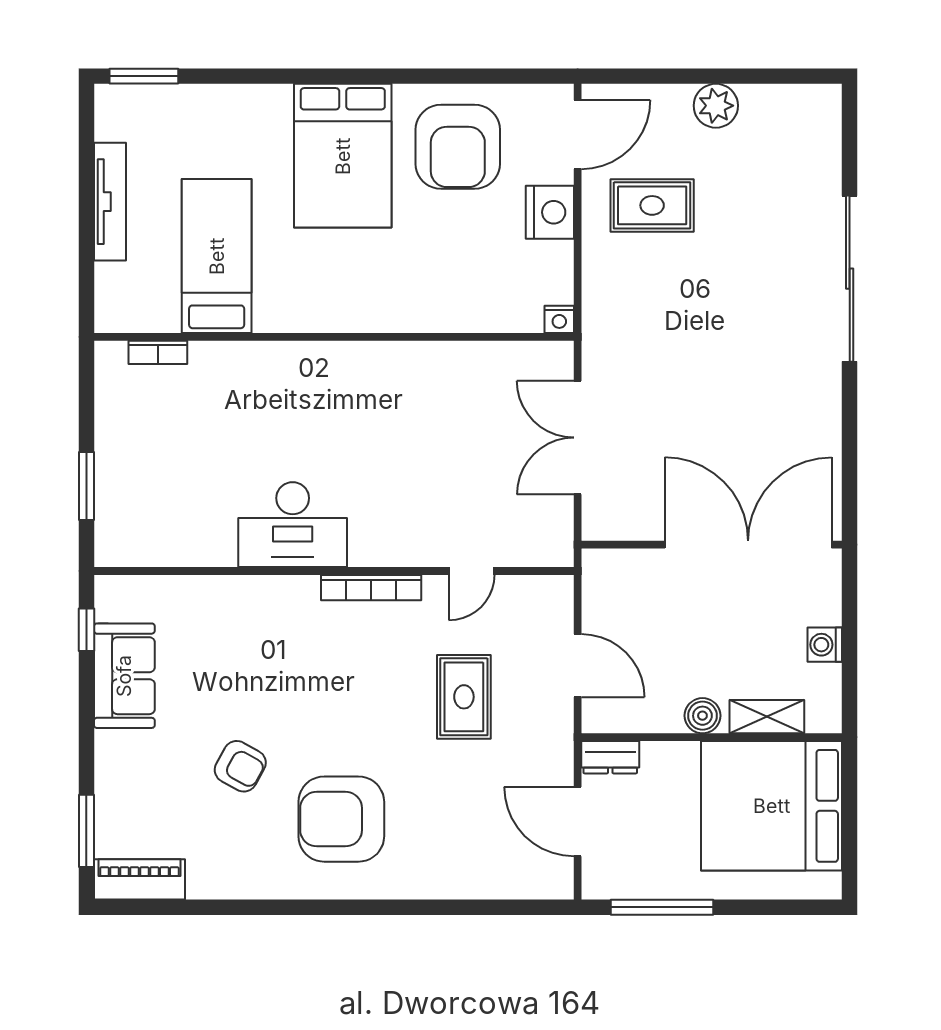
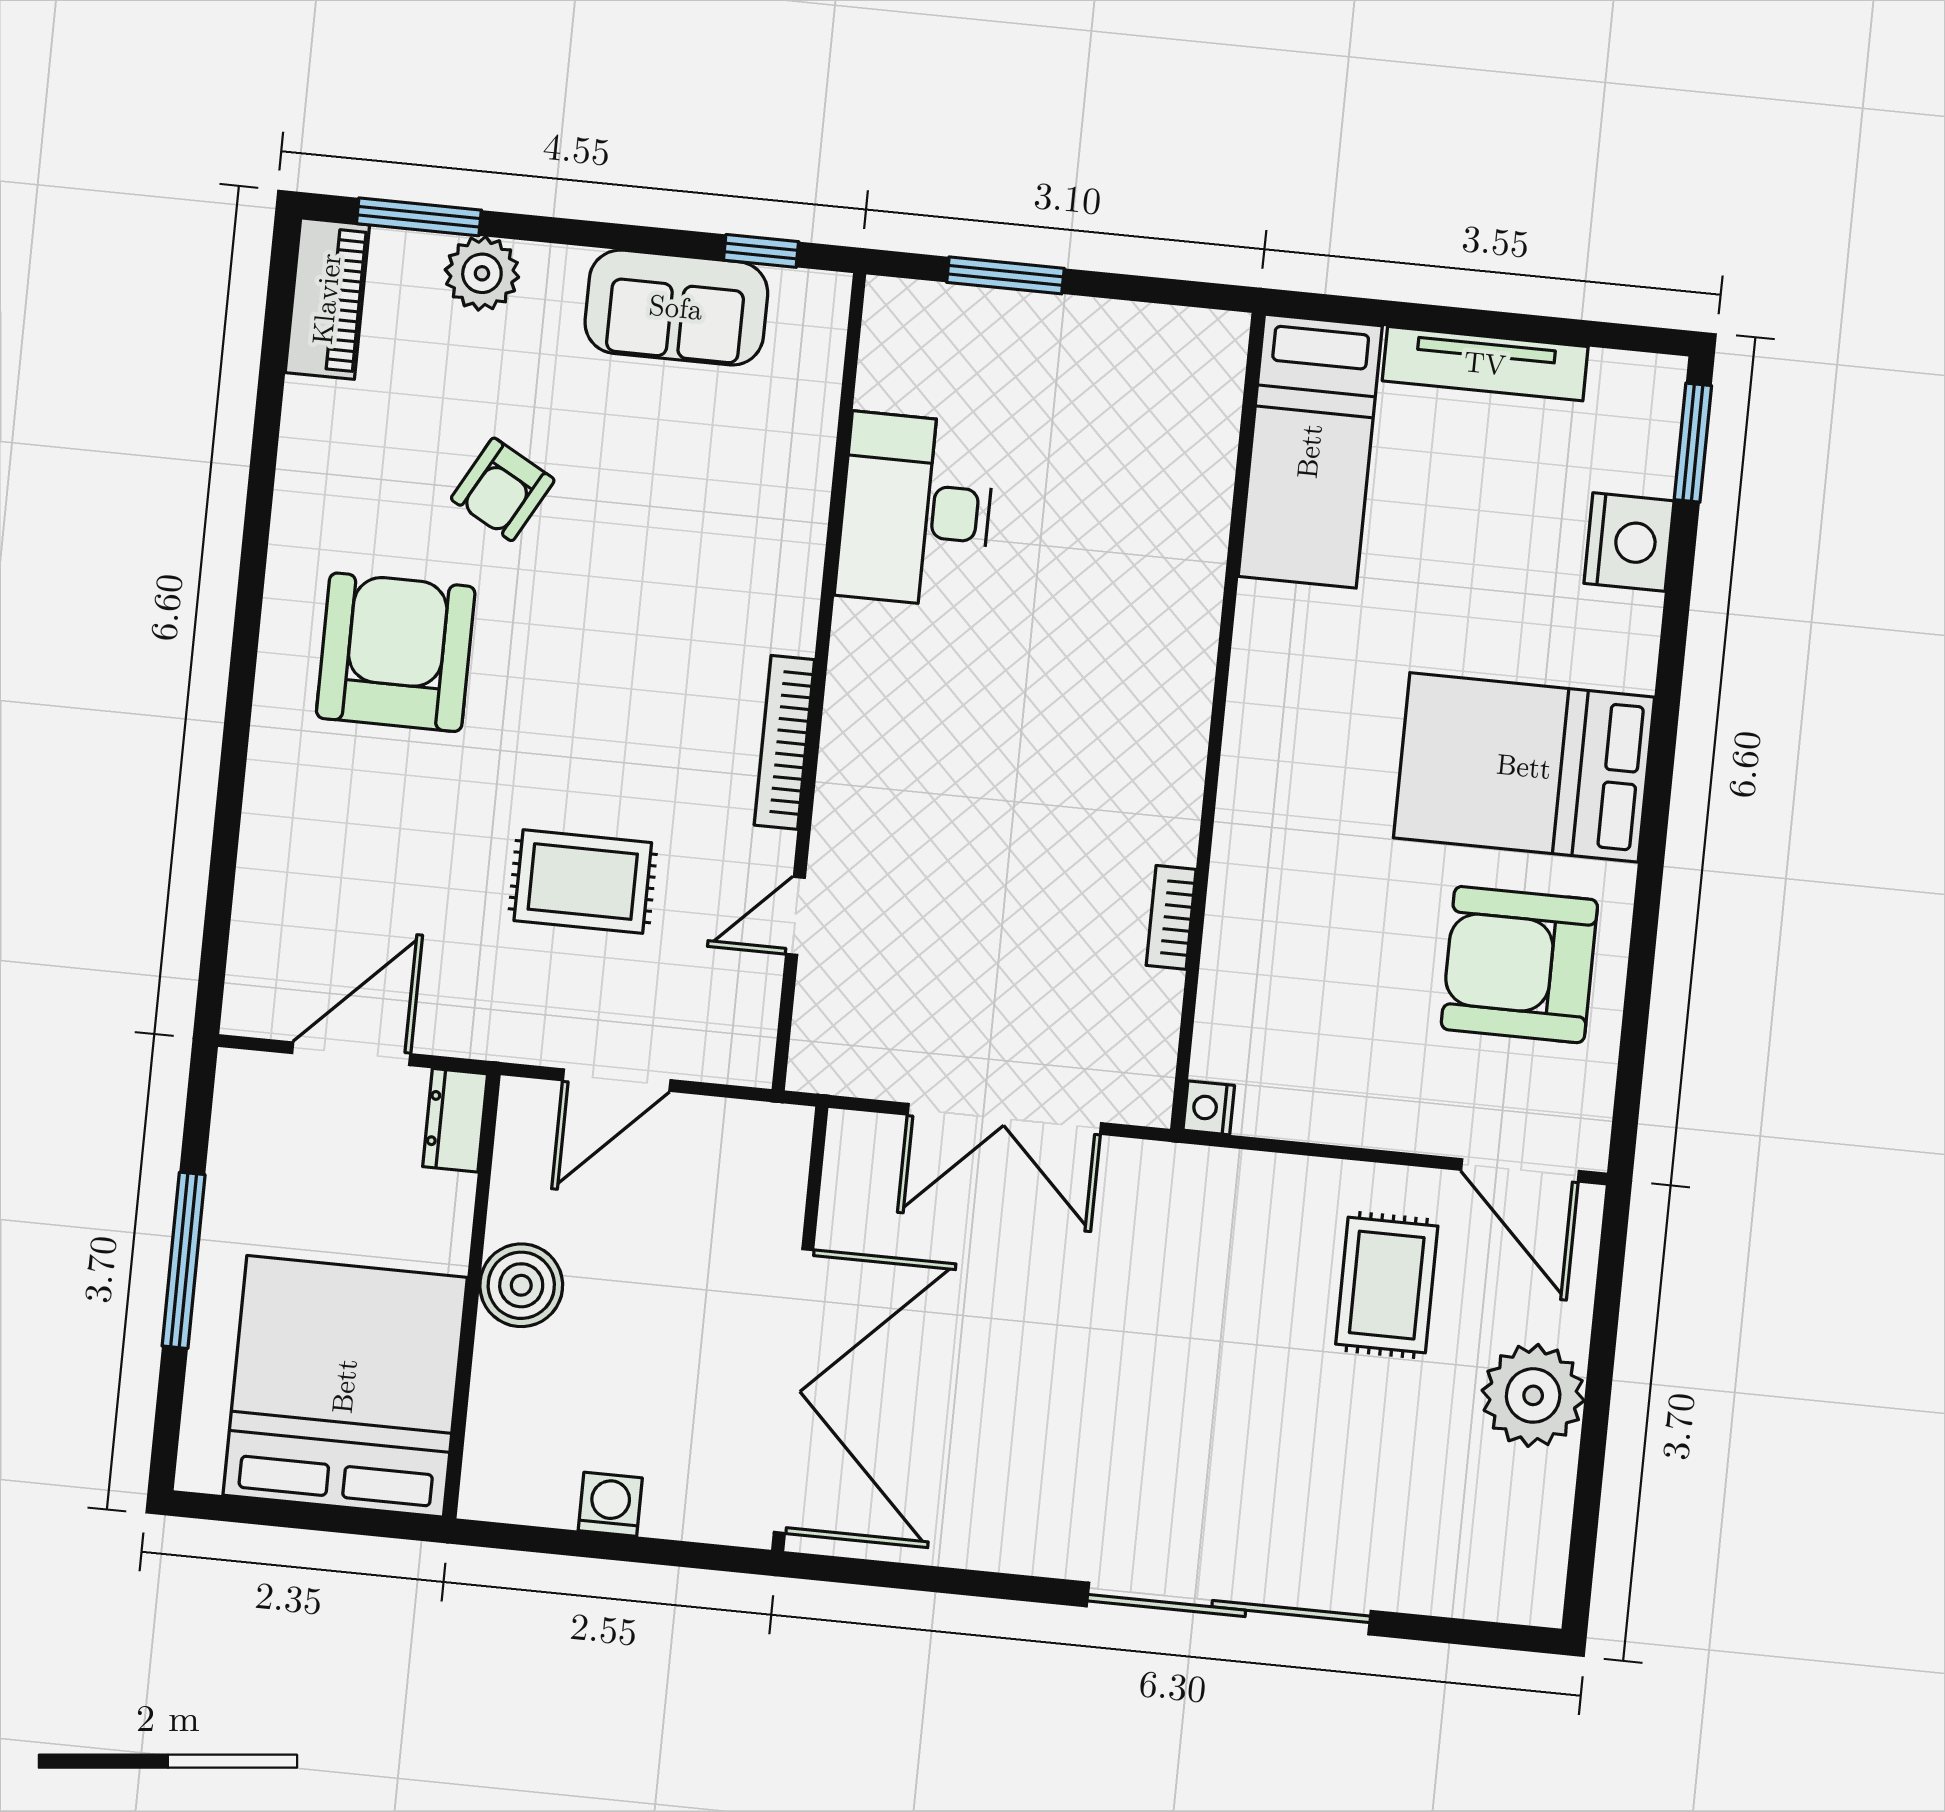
plant: (716, 106) -> (1533, 1395), width x1.36, depth x1.36
nightstand: (550, 212) -> (1629, 542), moved, turned -90
bed: (217, 256) -> (1310, 451), moved, turned 90
bookcase: (158, 352) -> (1171, 917), moved
double door: (578, 438) -> (1004, 1119), swing flipped
desk: (293, 525) -> (916, 510), moved
door: (472, 571) -> (796, 916), hinge flipped
boiler: (702, 716) -> (521, 1285), width x1.36, depth x1.36
shelving: (767, 717) -> (498, 1394), removed
plant: (116, 791) -> (482, 273), added
window: (662, 907) -> (184, 1260), moved

